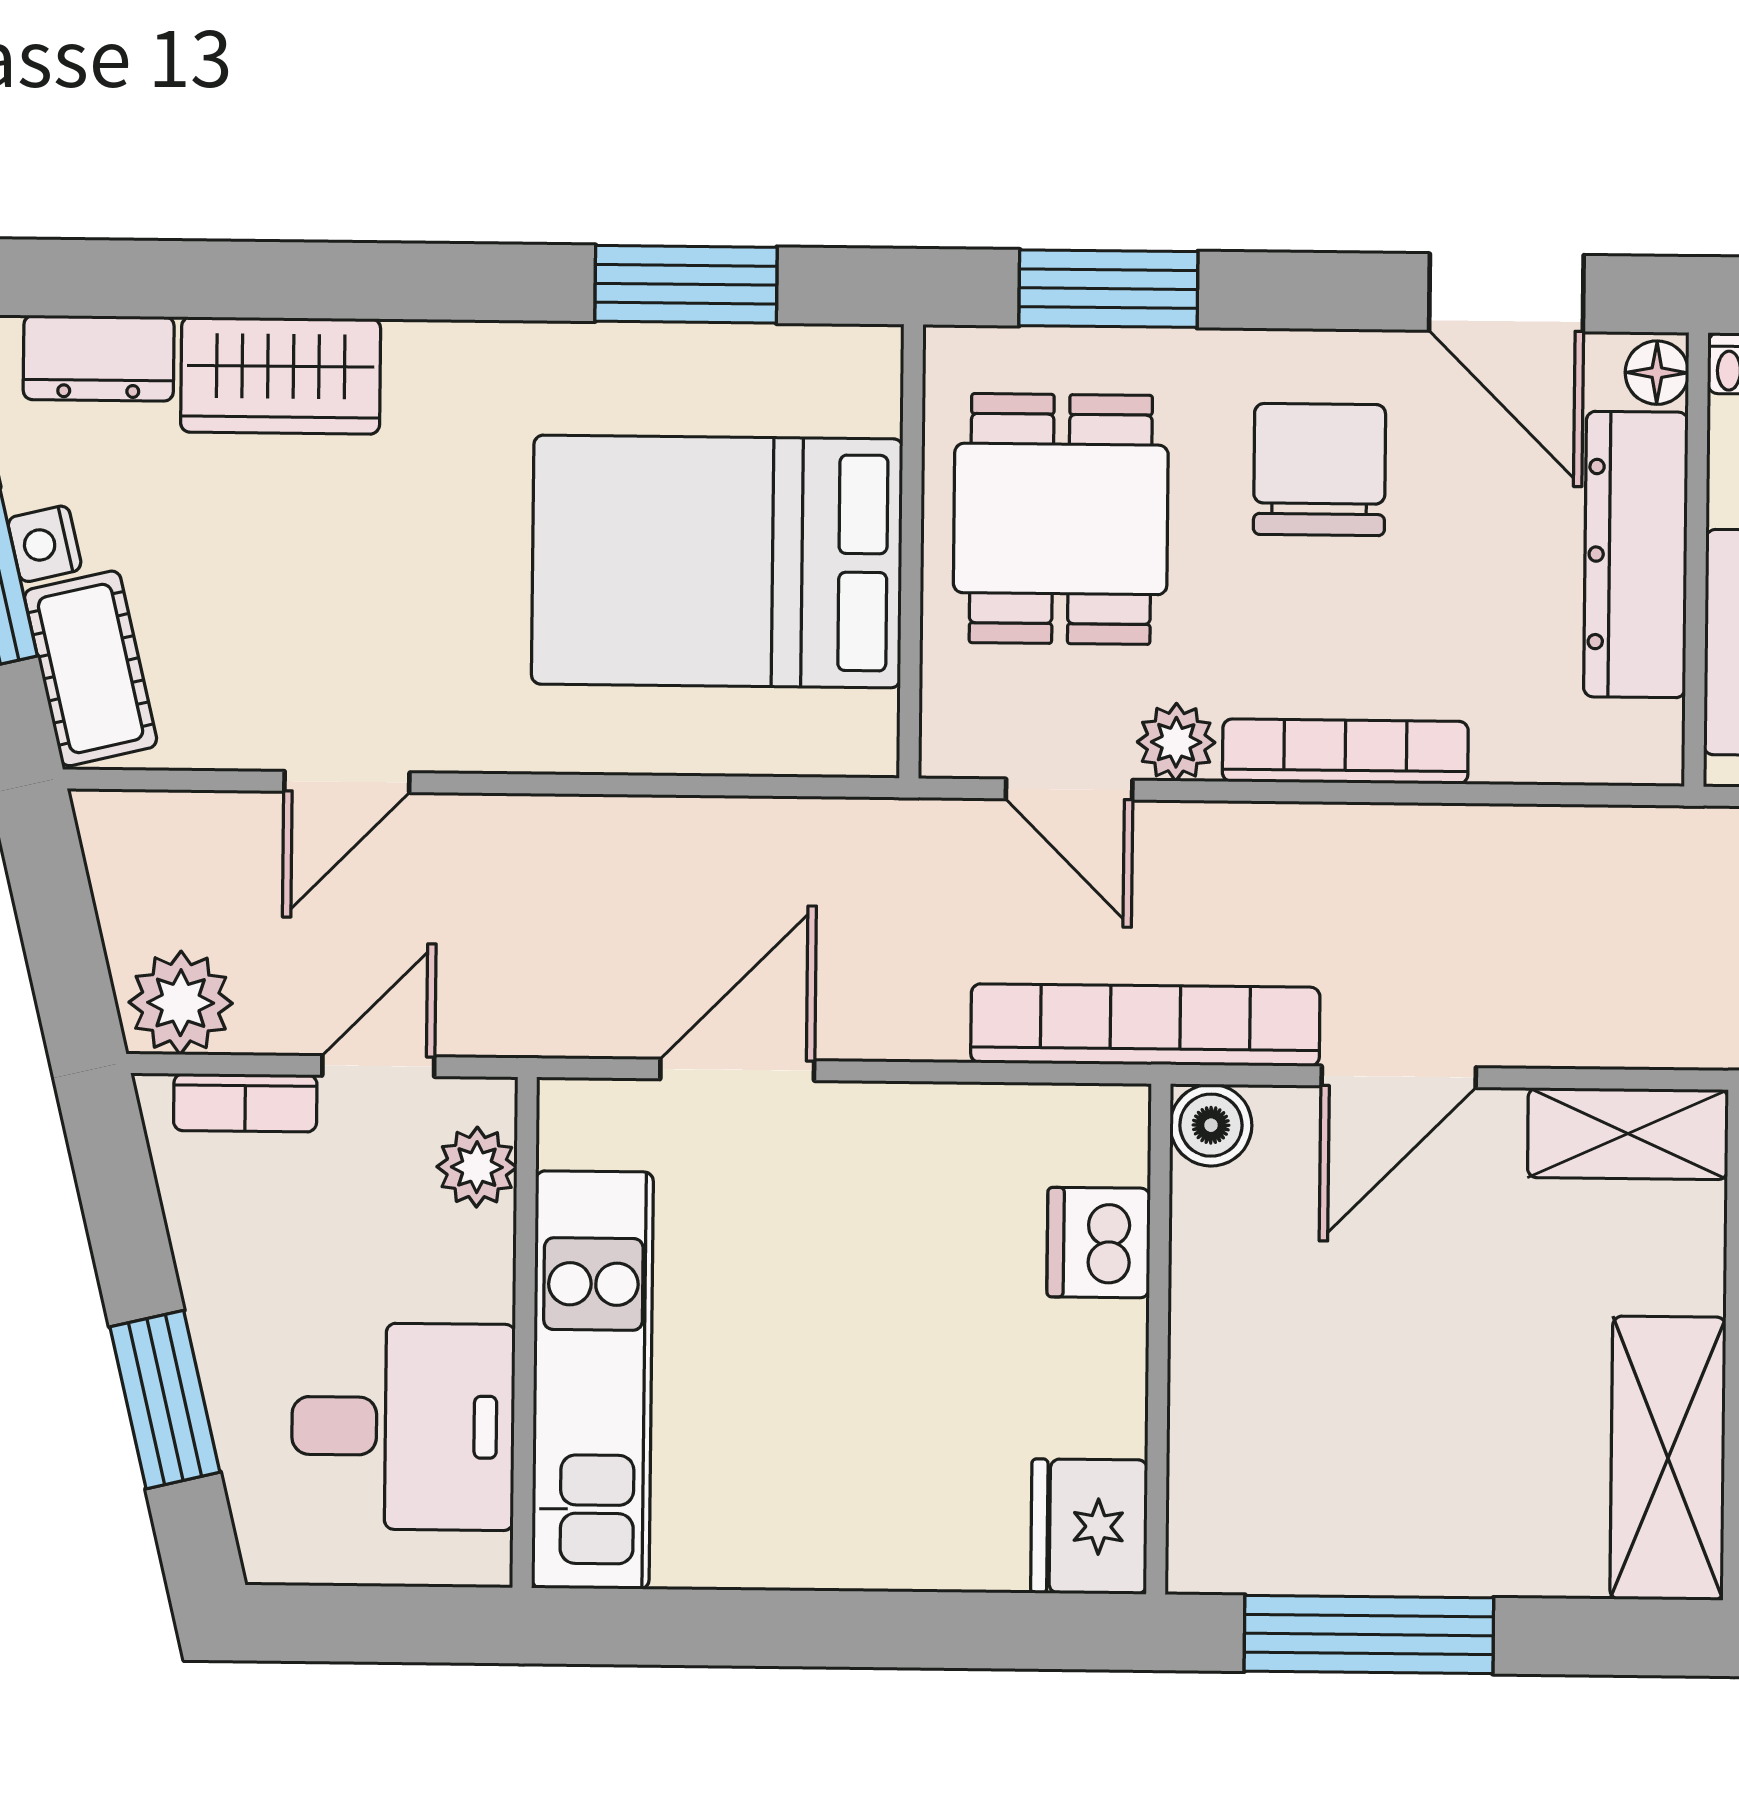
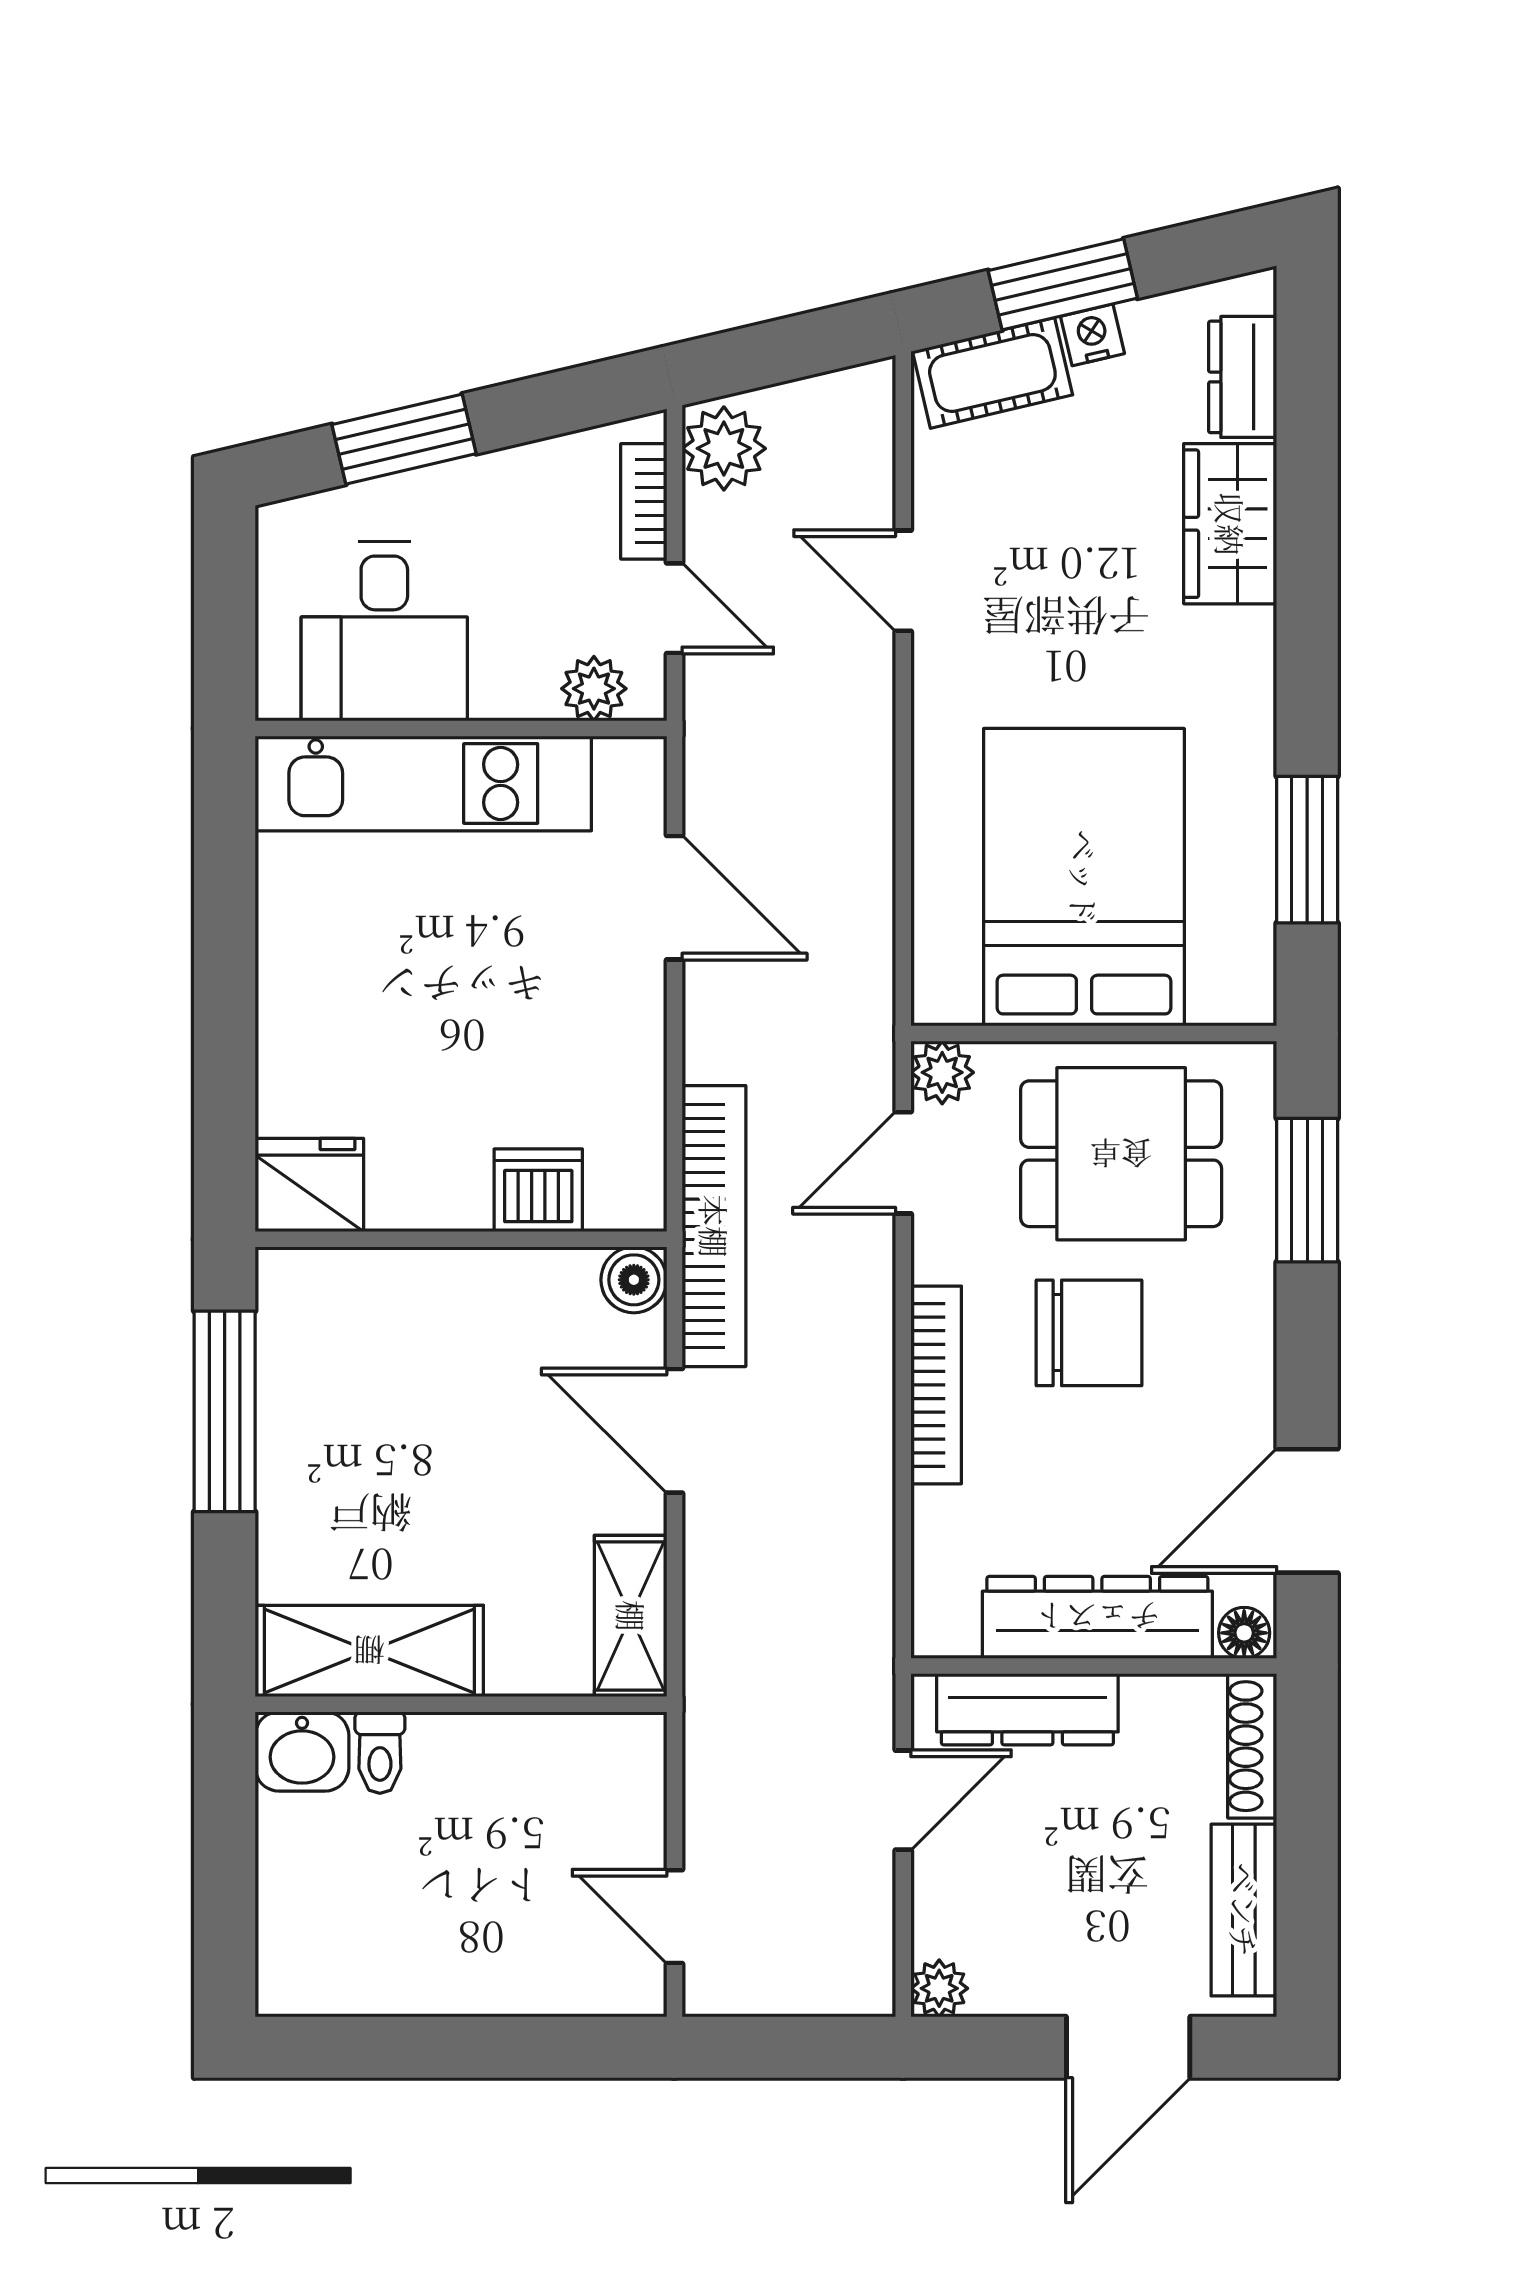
chair: (1320, 469) -> (1089, 1333), moved
plant: (1176, 742) -> (942, 1072), moved

